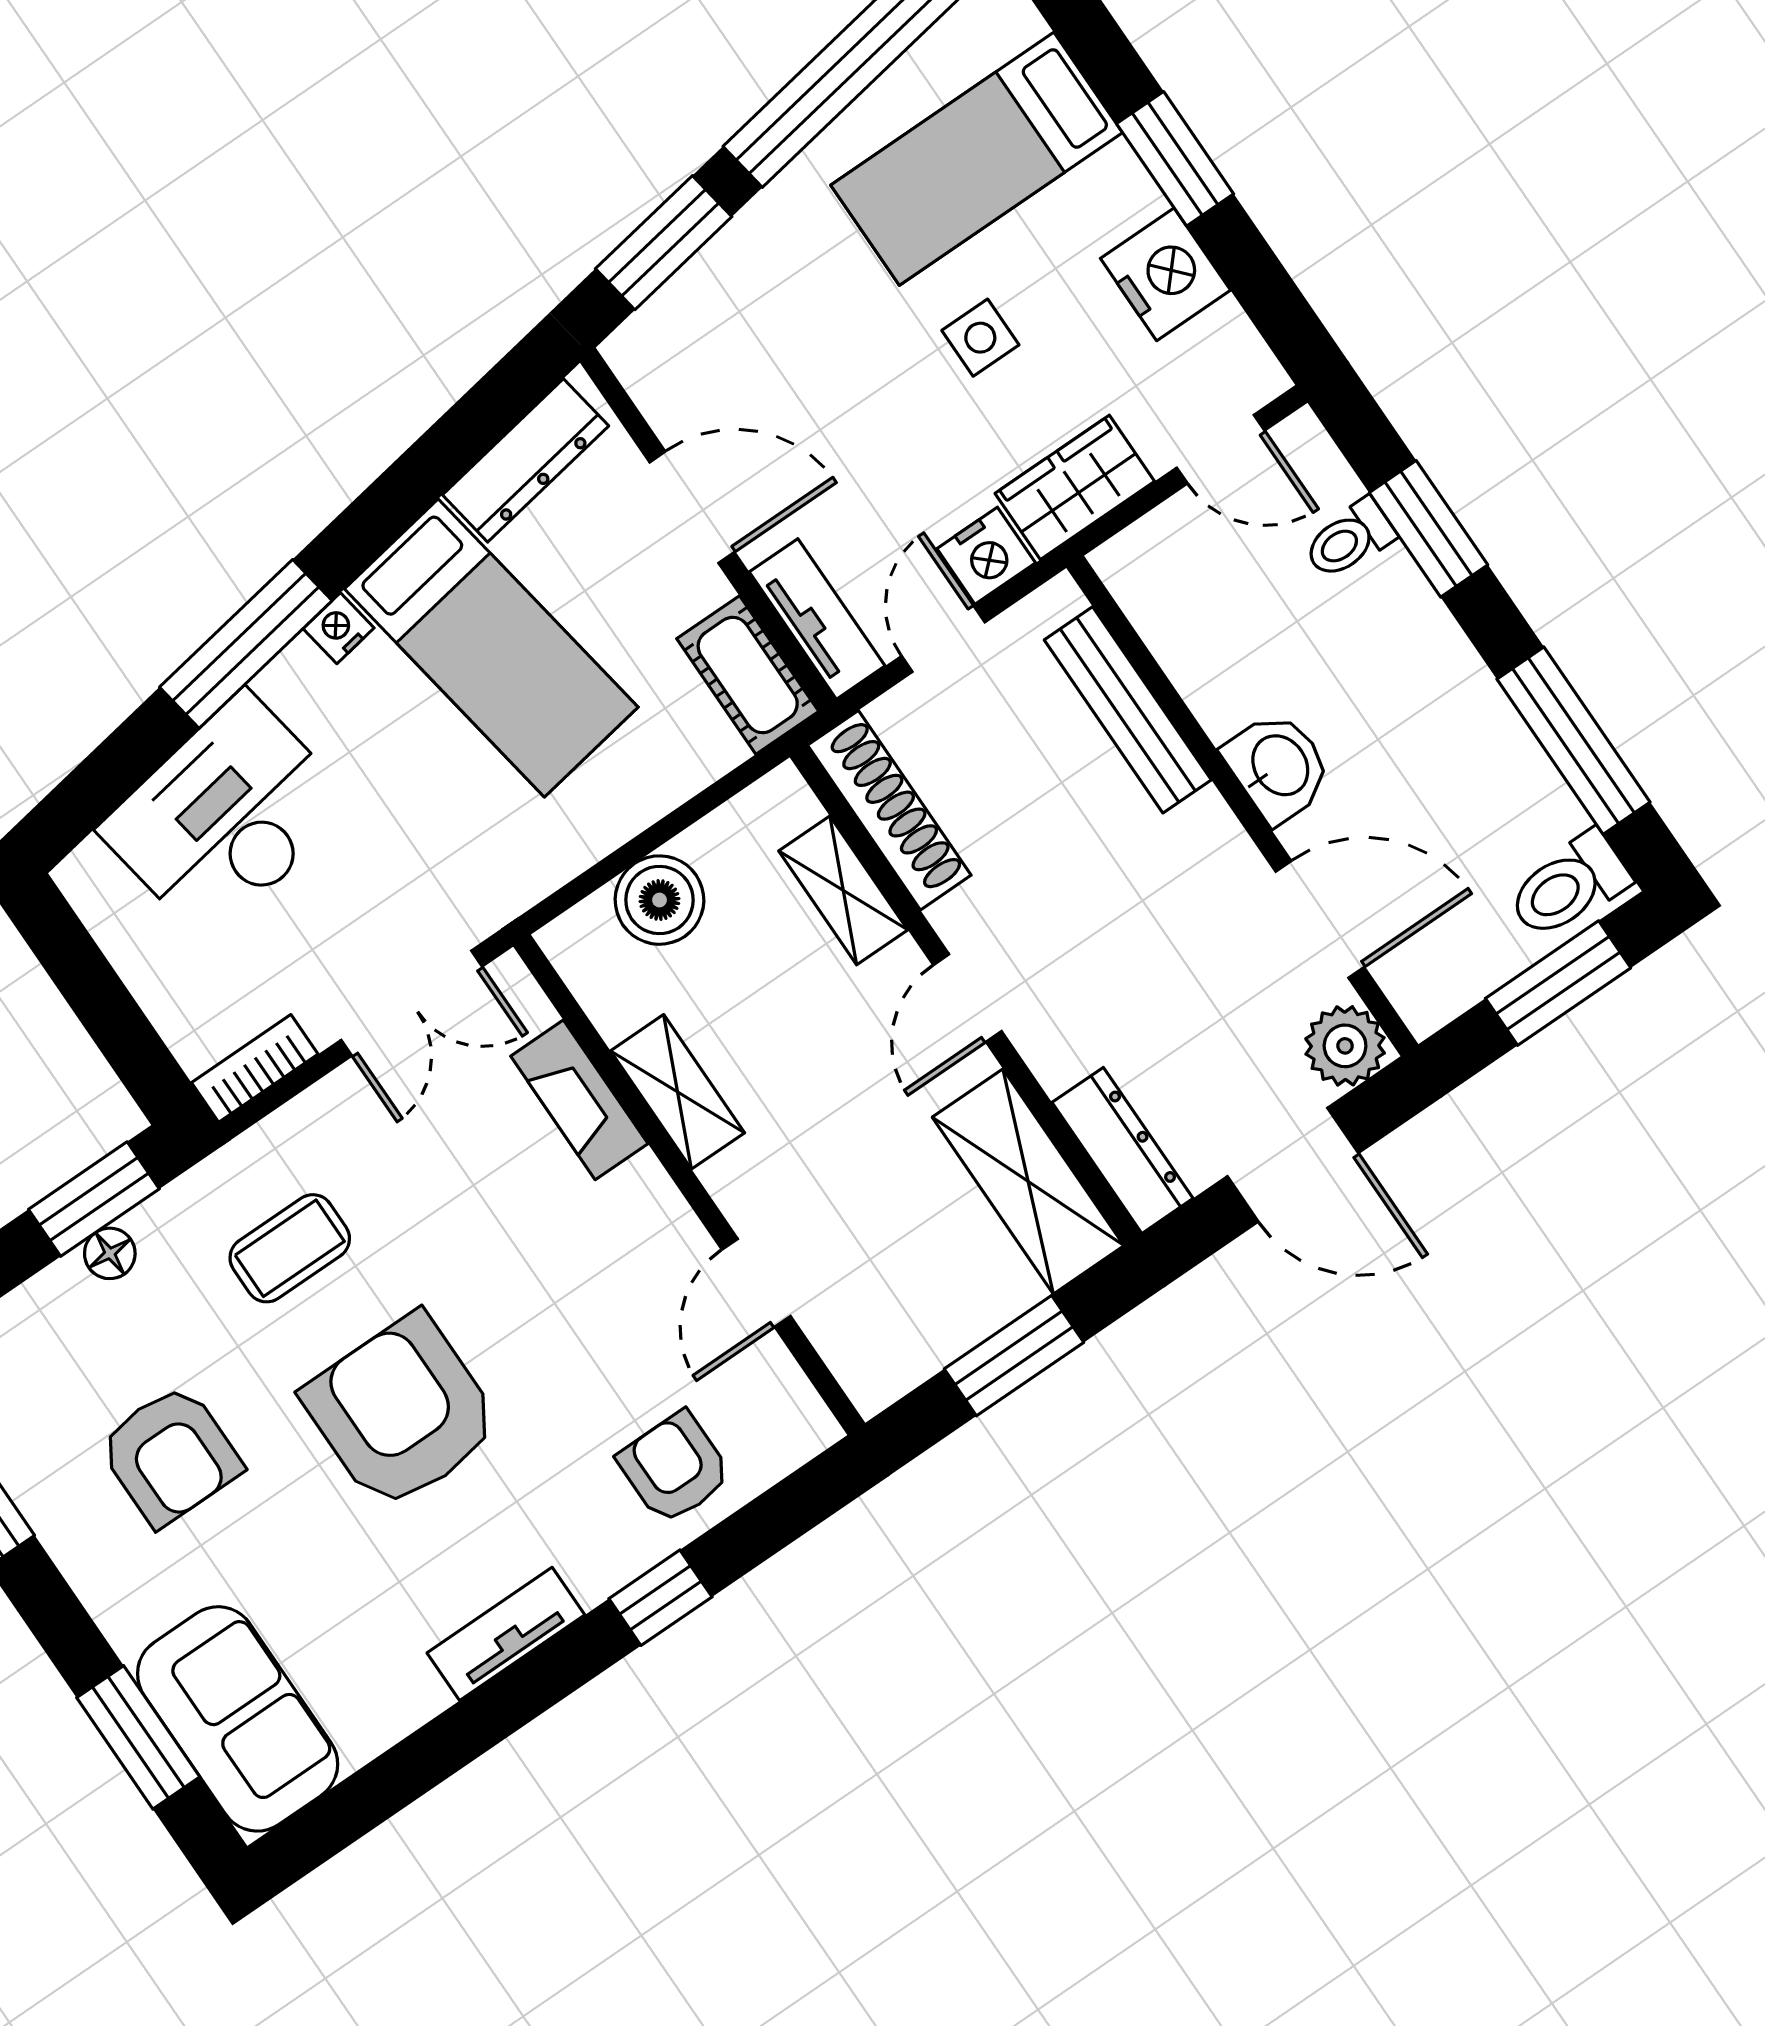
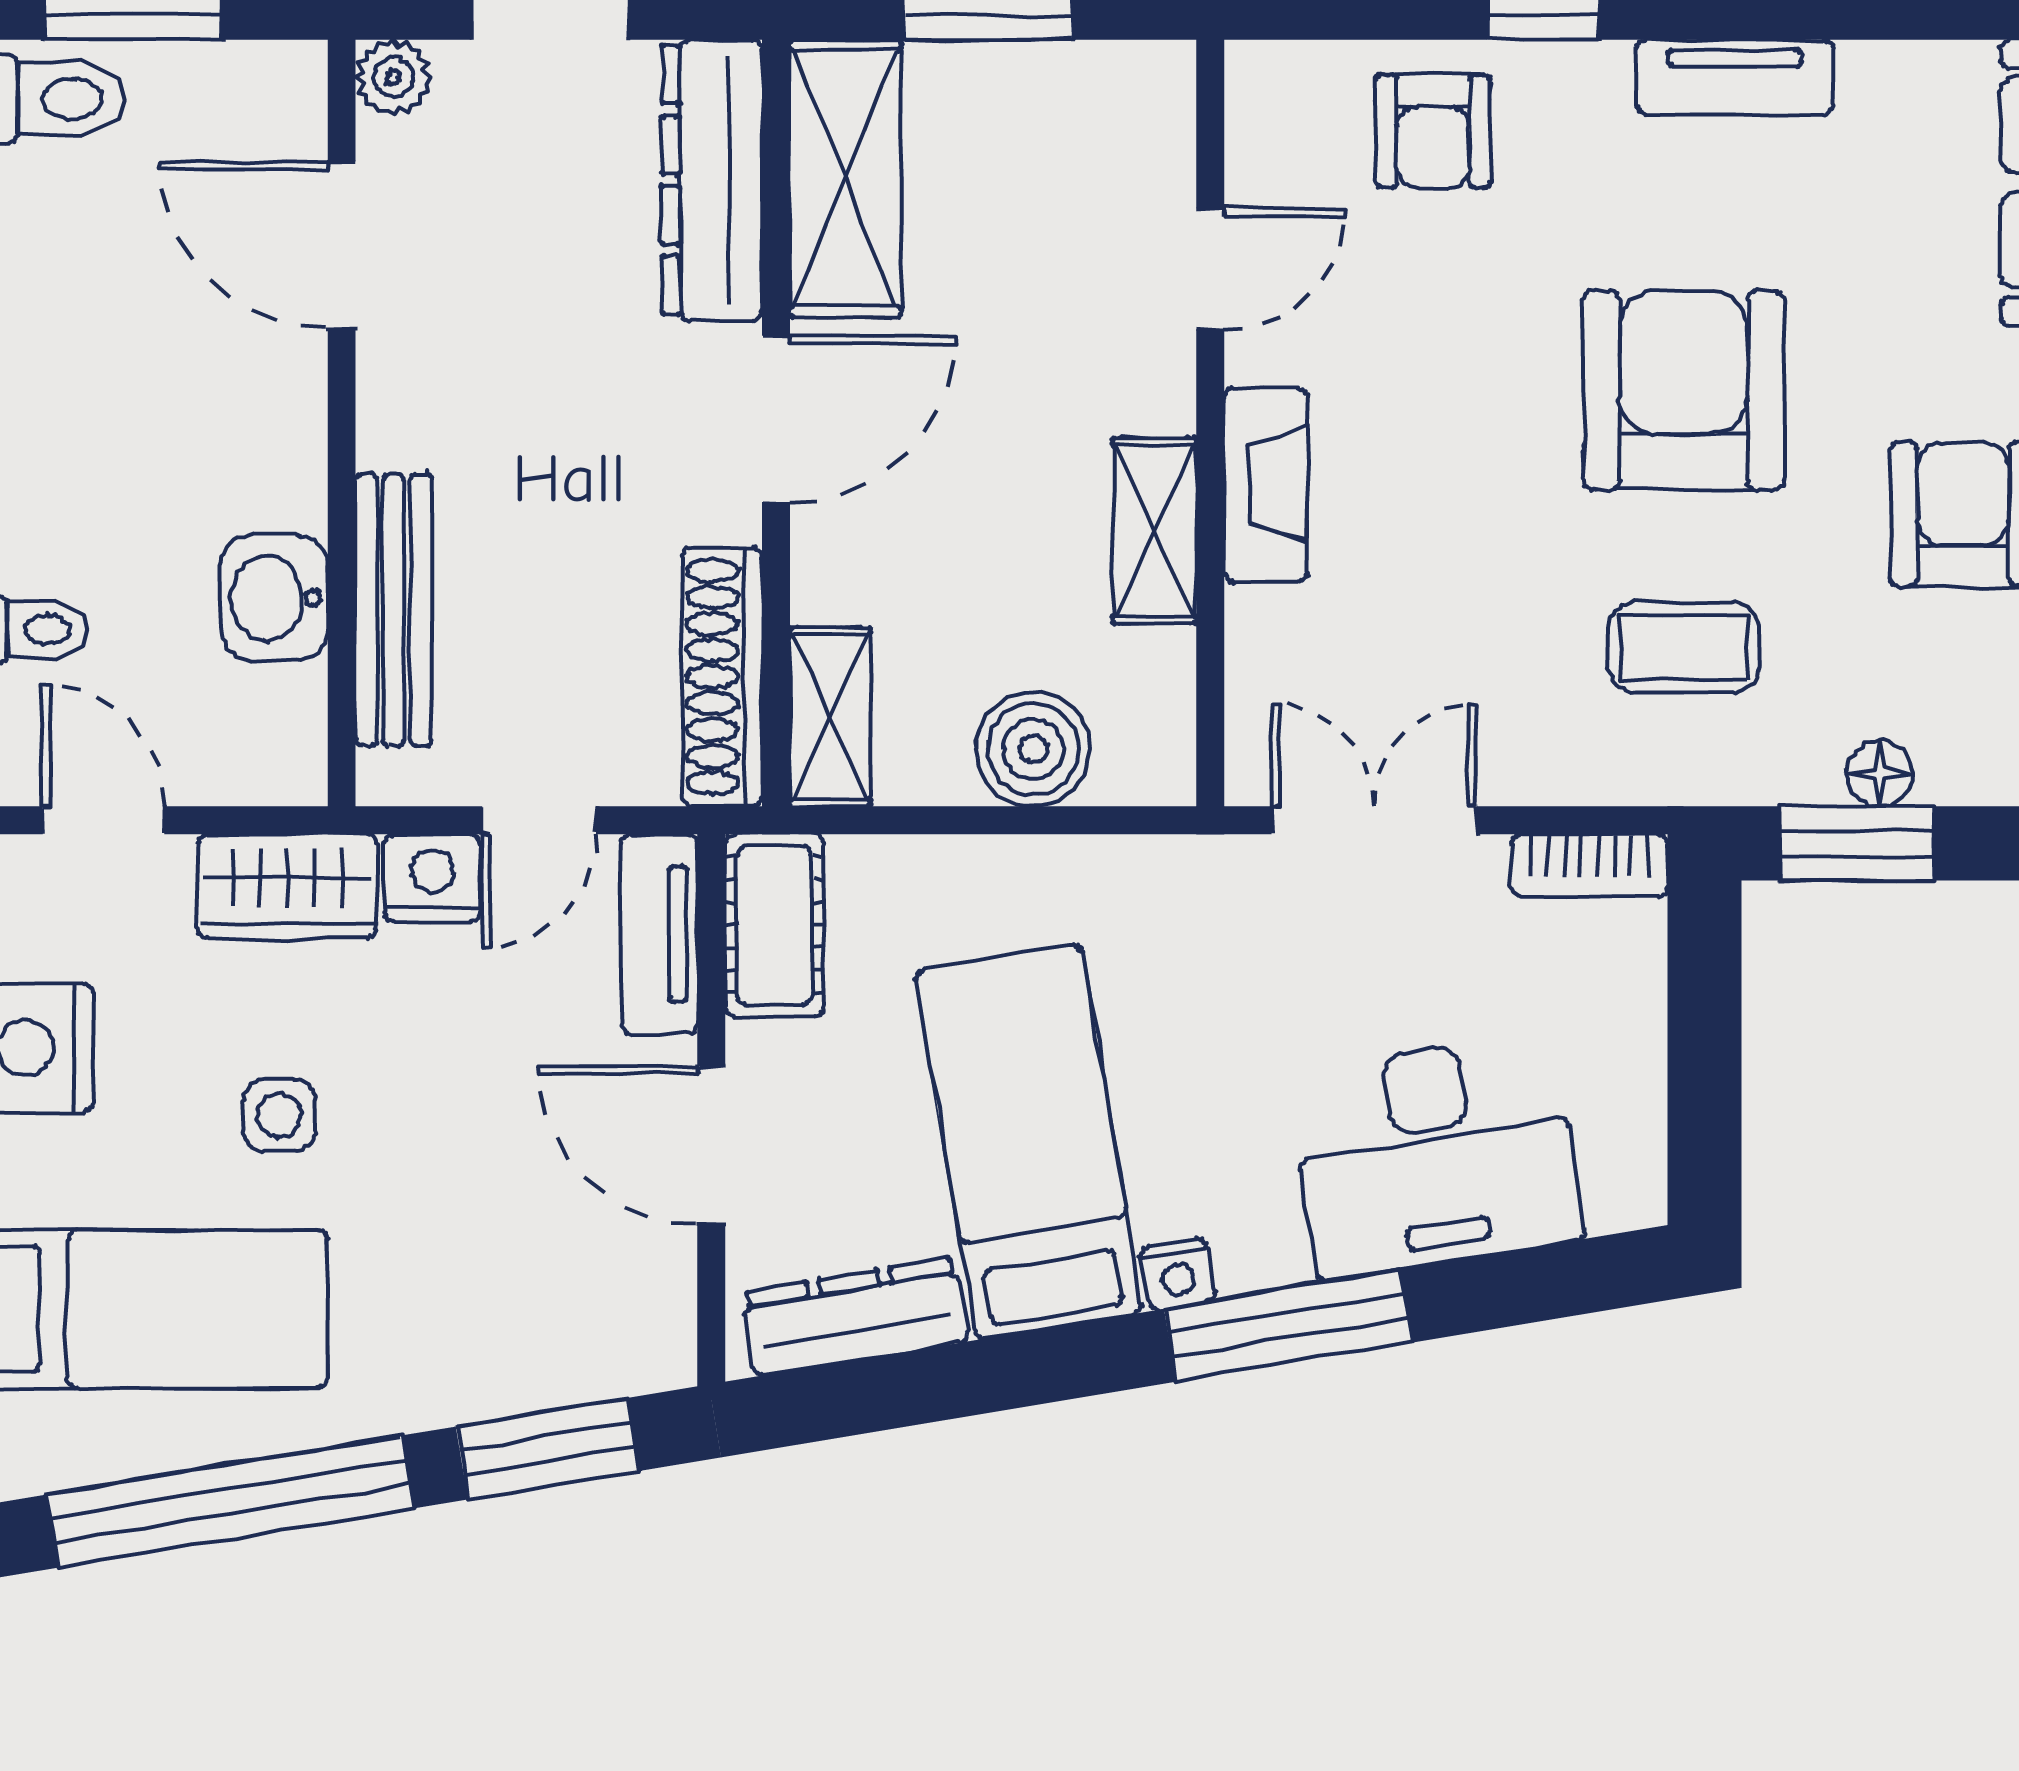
washbasin: (1278, 767) -> (274, 598), moved
shelving: (843, 890) -> (830, 717), moved
door: (967, 998) -> (776, 419), width x1.38
plant: (1345, 1046) -> (393, 77), width x0.73, depth x0.73
fireplace: (579, 1100) -> (1266, 485), moved
dresser: (1123, 1150) -> (712, 180), width x1.37, depth x1.24
armchair: (402, 1412) -> (1684, 390), turned 180

